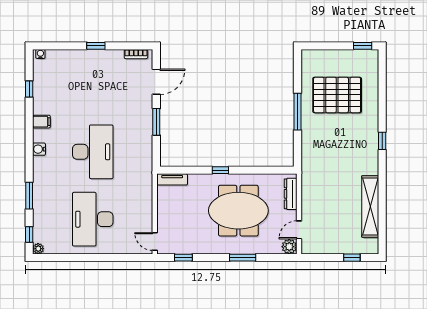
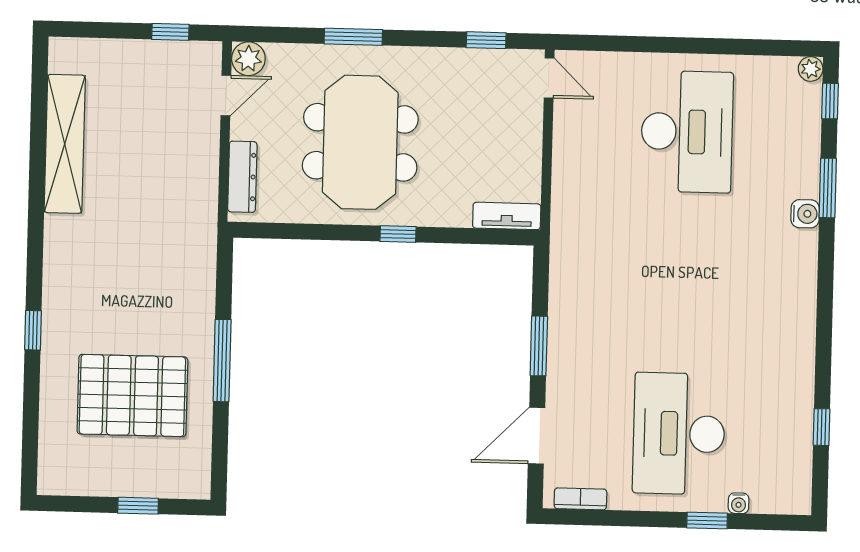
window: (96, 46) -> (707, 521), moved
window: (363, 46) -> (138, 506), moved
water cooler: (40, 54) -> (739, 503), moved
filing cabinet: (41, 122) -> (796, 353), removed
window: (382, 141) -> (33, 330), moved
water cooler: (39, 149) -> (805, 214), moved
desk: (93, 152) -> (679, 434), moved
meeting table: (238, 211) -> (360, 142), turned 90
window: (352, 258) -> (170, 32), moved

